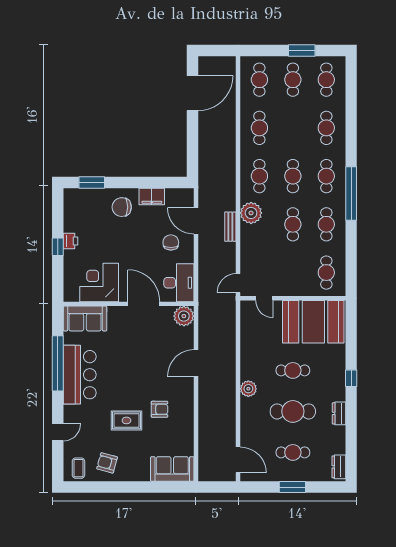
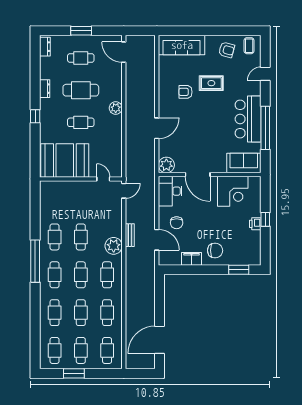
cafe table: (326, 273) -> (81, 313), moved
sofa: (172, 469) -> (182, 45), width x1.36

